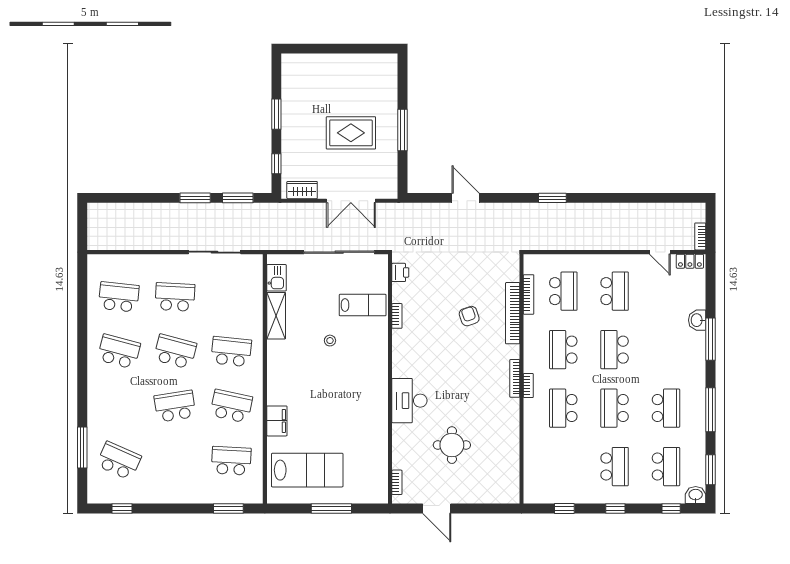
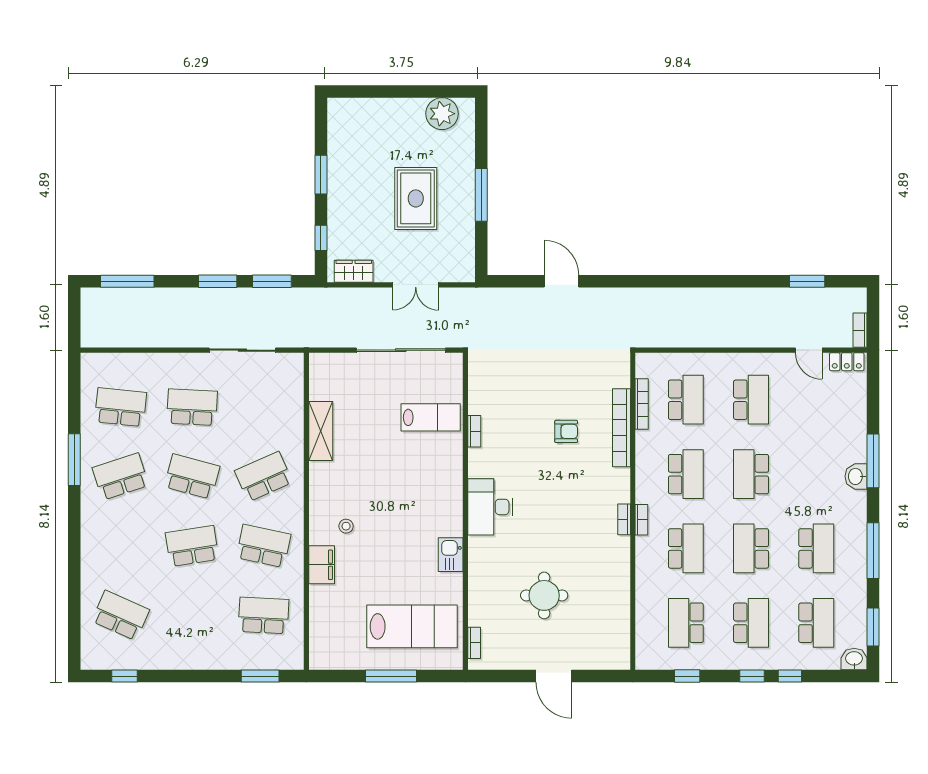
plant: (372, 66) -> (442, 114), added
rug: (351, 133) -> (416, 198), turned 90
window: (124, 198) -> (127, 281), added
window: (552, 198) -> (807, 281), moved
double door: (351, 201) -> (416, 285), width x0.73
printer: (400, 272) -> (479, 376), removed
kitchen sink: (276, 278) -> (451, 555), moved, turned 180
armchair: (469, 316) -> (566, 431), turned 109
washbasin: (697, 320) -> (856, 476), moved
stool: (330, 341) -> (346, 526), moved
school desk: (563, 350) -> (686, 474), turned 180
school desk: (119, 352) -> (121, 477), turned -33
school desk: (231, 352) -> (264, 477), turned -30
bookcase: (515, 378) -> (624, 519), width x0.64
desk: (409, 401) -> (490, 507), moved
school desk: (563, 408) -> (686, 548), turned 180
window: (82, 447) -> (74, 460), moved
school desk: (563, 467) -> (686, 623), added
lab bench: (307, 470) -> (412, 626), moved
door: (437, 508) -> (554, 676), moved
window: (671, 508) -> (790, 676), moved

